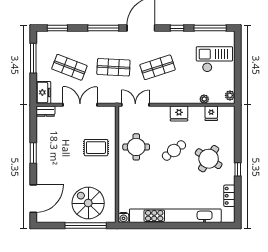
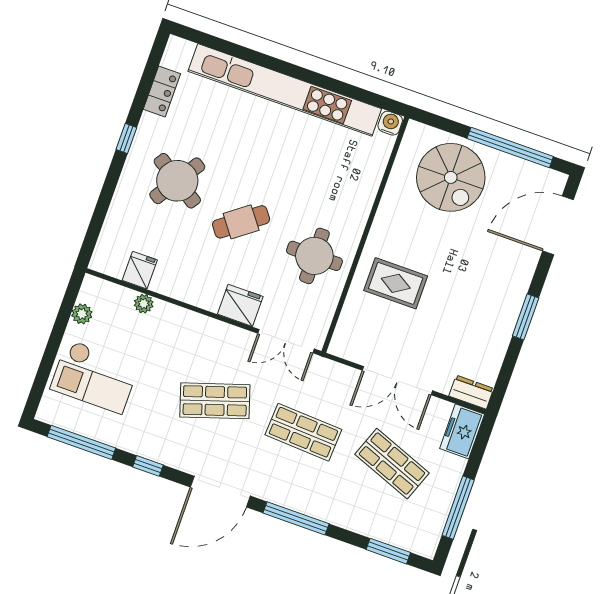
plant: (230, 95) -> (82, 314), moved
fridge: (179, 113) -> (240, 305), moved
window: (86, 226) -> (510, 148), moved

